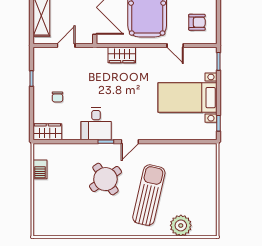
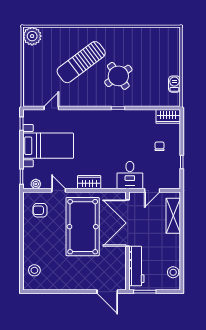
plant: (202, 53) -> (36, 184), added
wardrobe: (122, 55) -> (89, 182), moved
desk: (96, 124) -> (130, 175), moved, turned 180
door: (130, 142) -> (51, 108), moved
sun lounger: (149, 195) -> (81, 62), turned 40
plant: (181, 225) -> (32, 36), moved

